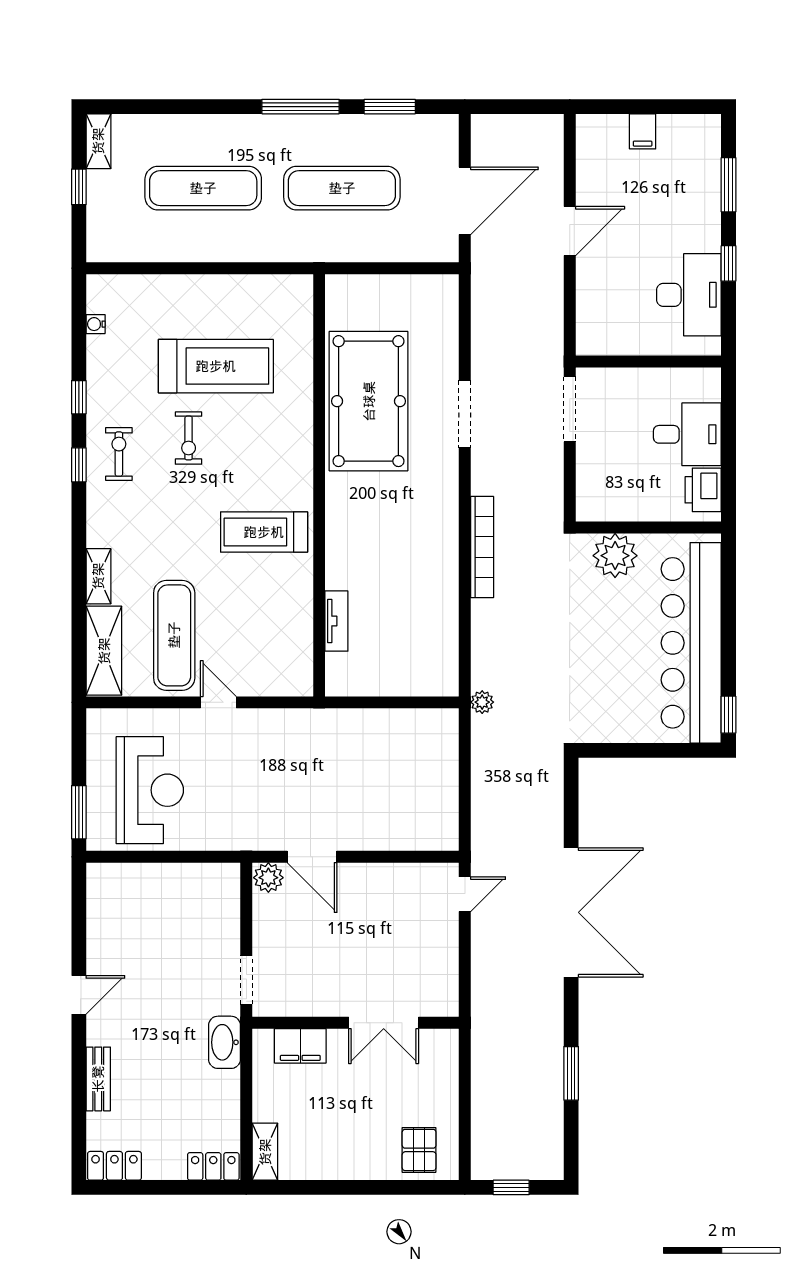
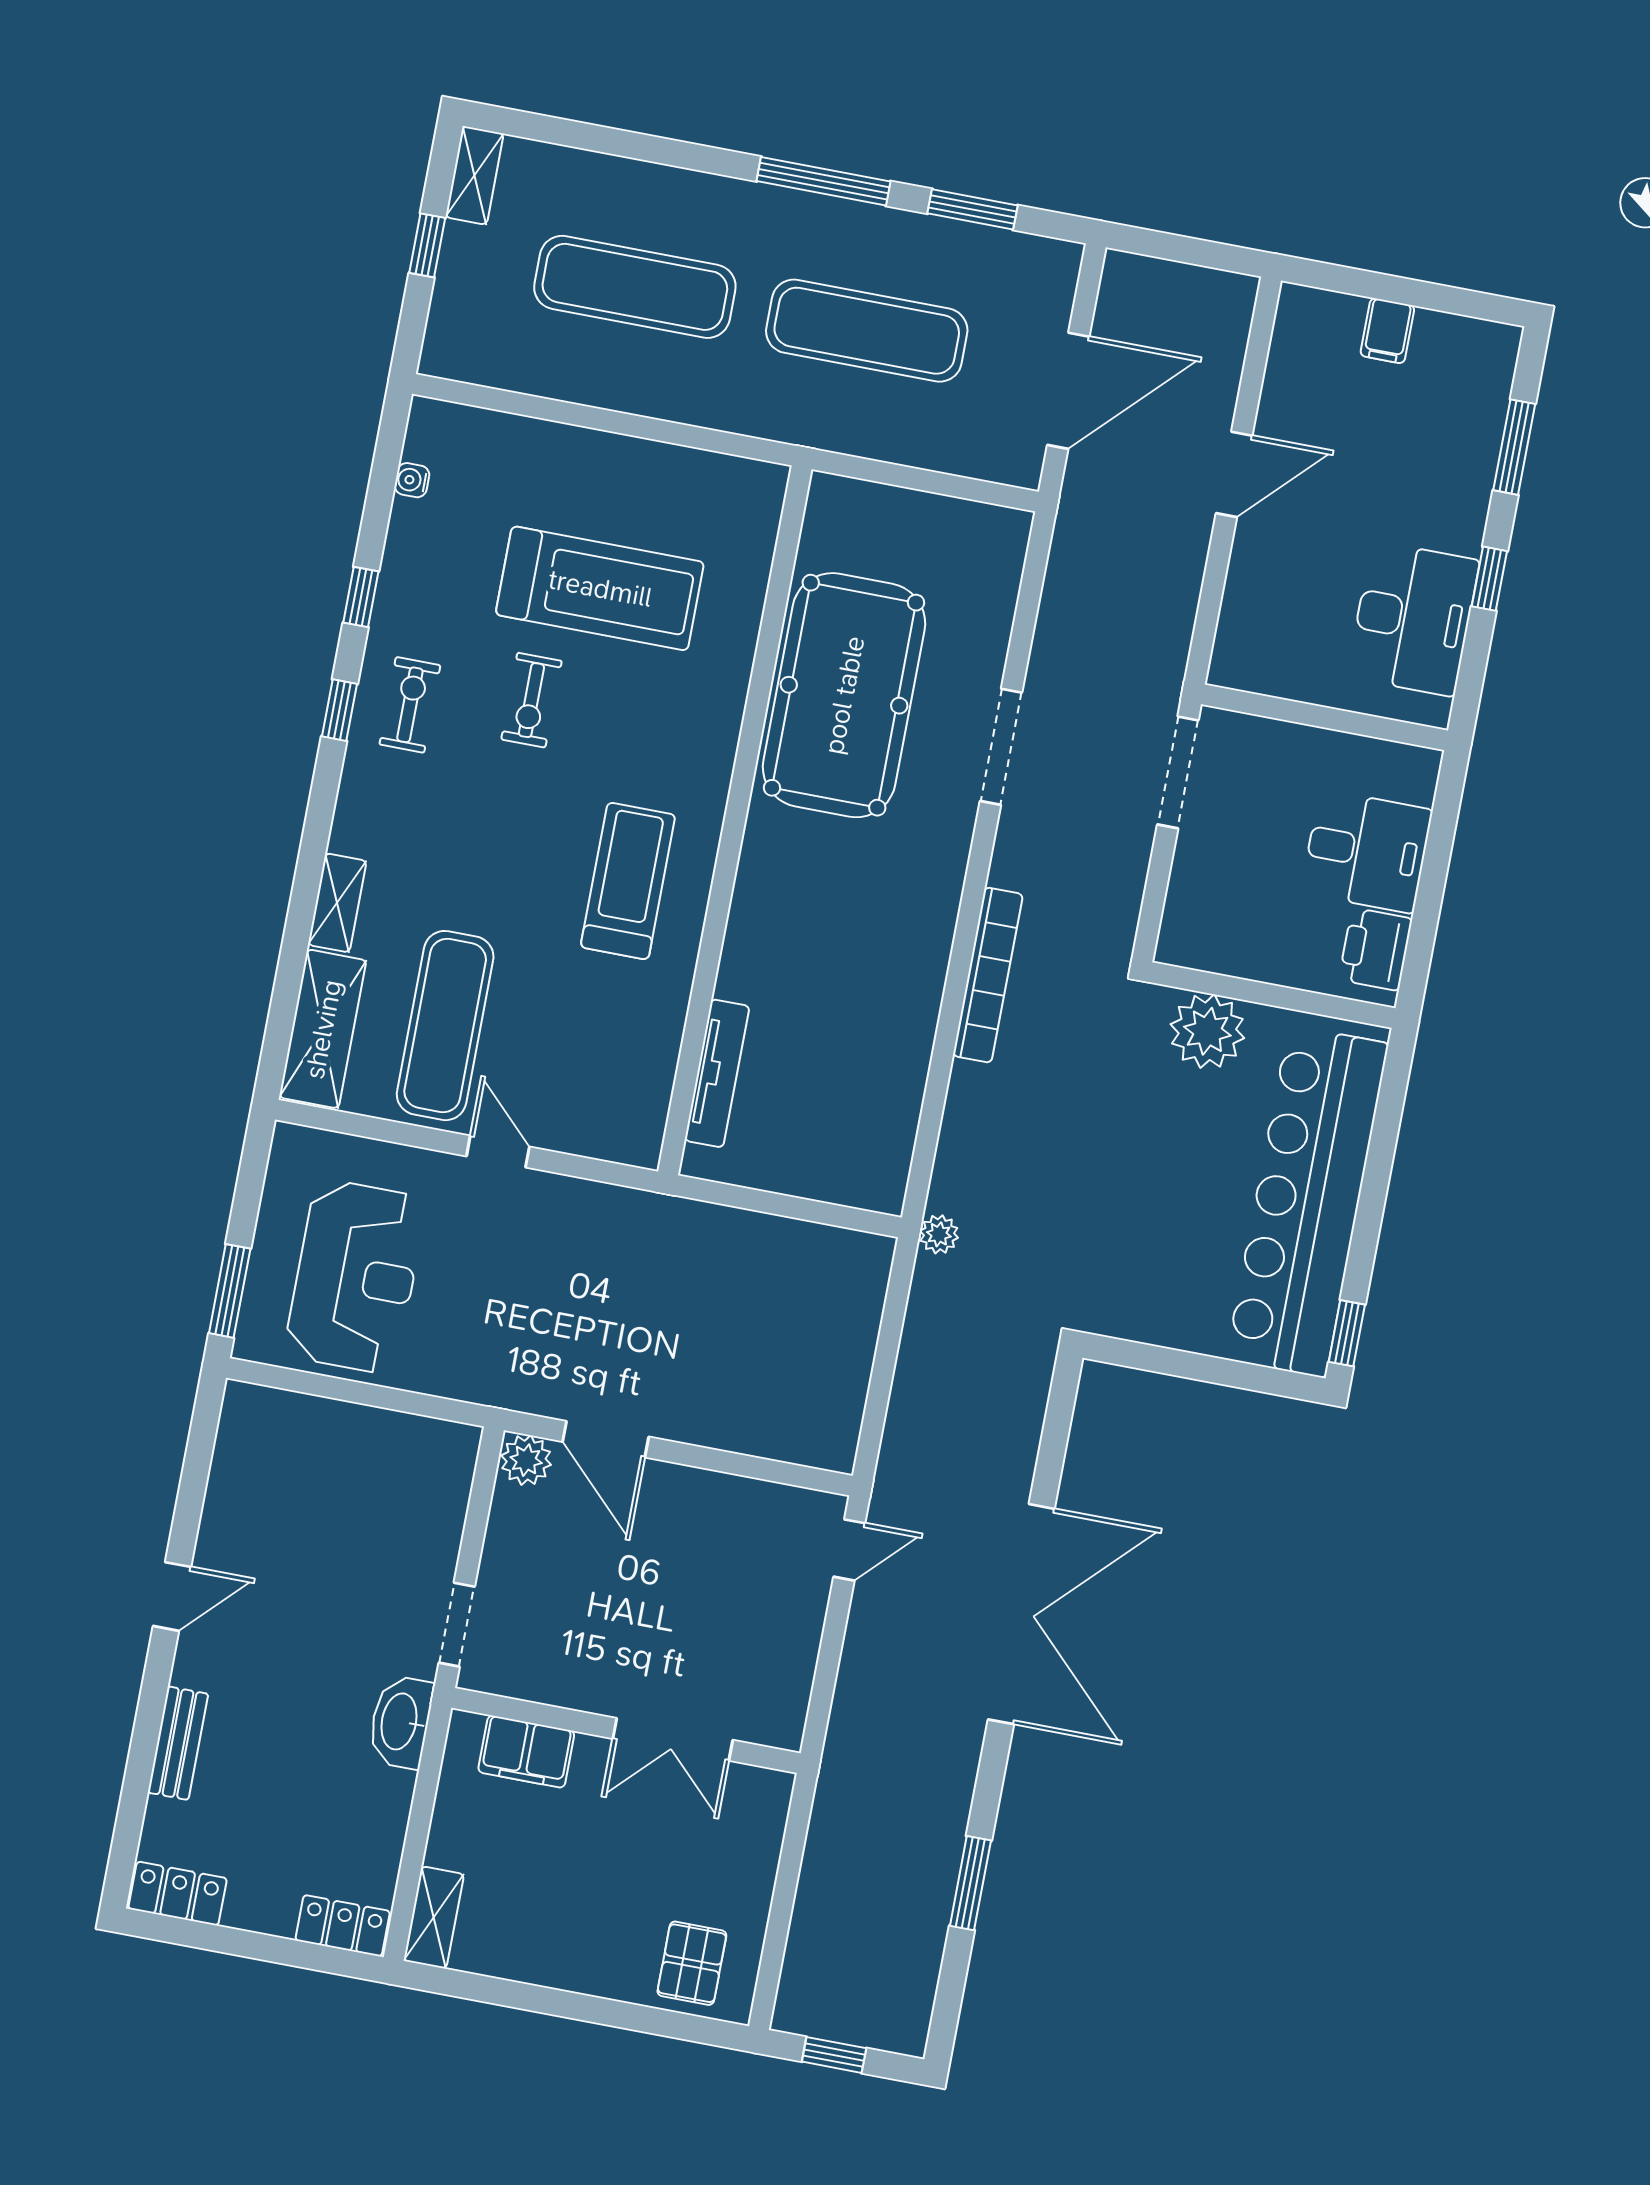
treadmill: (264, 532) -> (628, 881), turned 90
tv unit: (336, 621) -> (717, 1073), width x1.41

